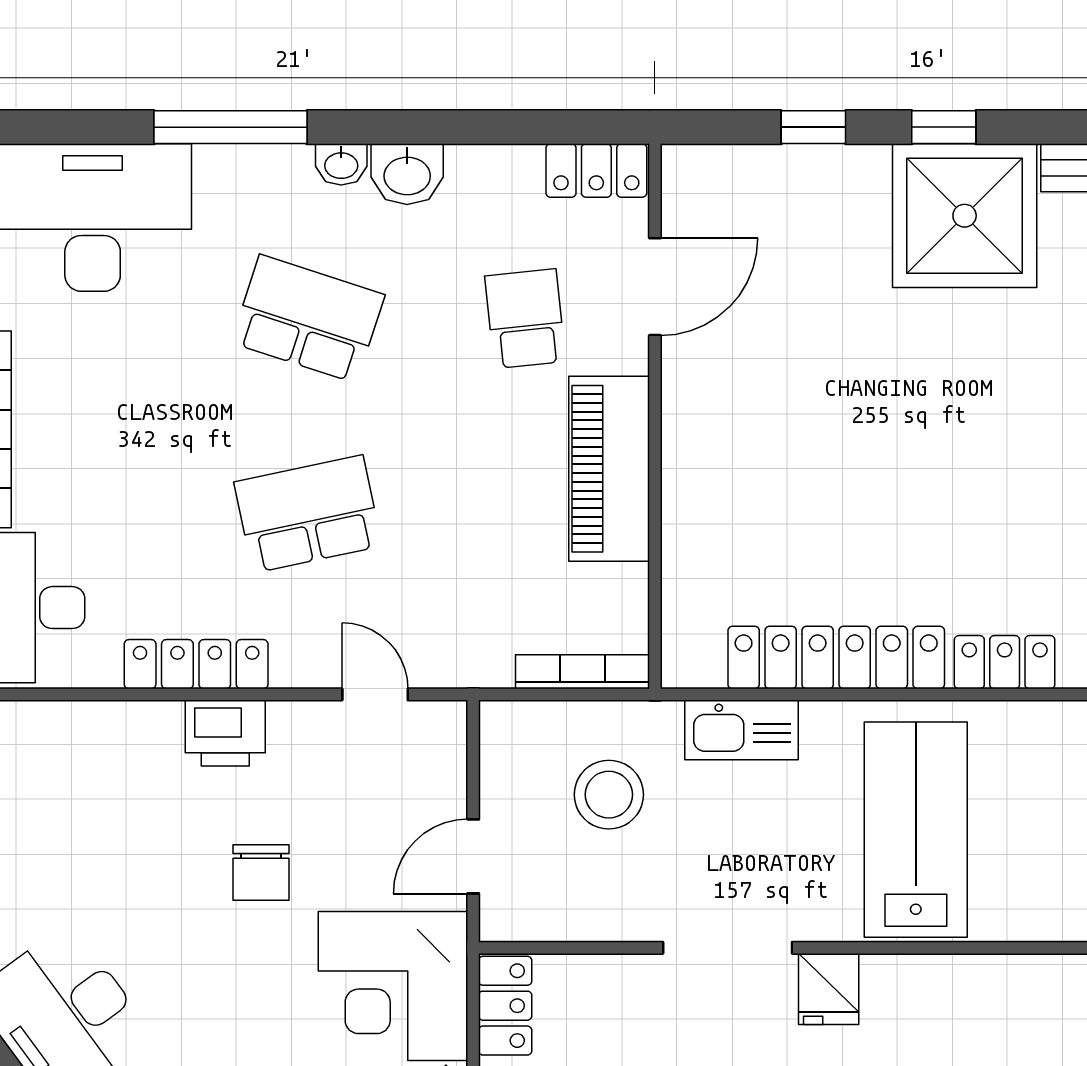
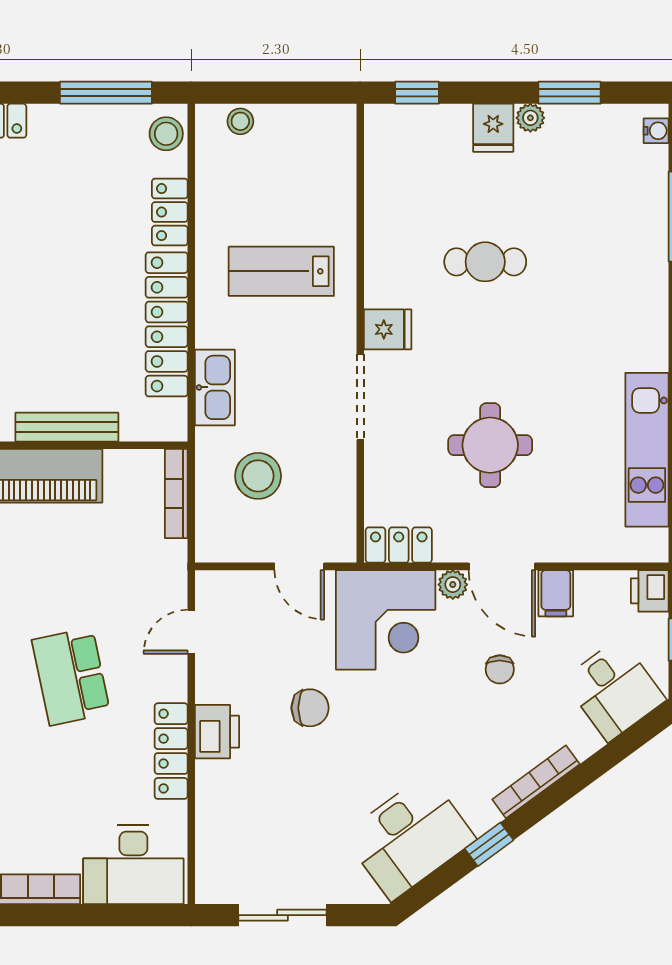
bench: (682, 508) -> (67, 427), added
lab bench: (916, 830) -> (281, 271), width x0.73, depth x0.72

